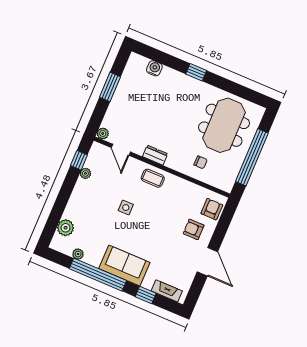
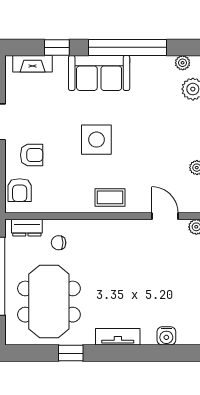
window: (196, 72) -> (71, 353), moved
tv unit: (187, 82) -> (118, 337), added
dresser: (155, 155) -> (27, 228), moved
side table: (126, 208) -> (96, 140), moved, width x1.87, depth x1.87
plant: (78, 254) -> (183, 63), moved

